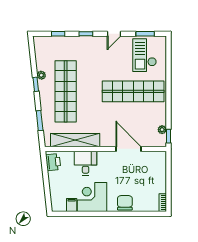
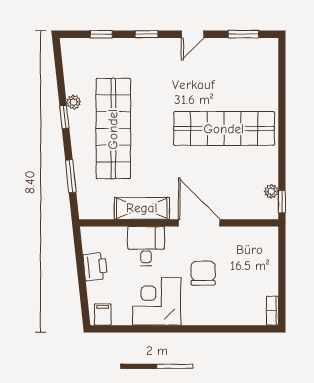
checkout: (145, 55) -> (243, 69), removed
shelving: (75, 140) -> (142, 208), width x0.68
door: (129, 149) -> (199, 223), moved
printer: (53, 162) -> (95, 267), moved
chair: (125, 203) -> (203, 273), moved
filing cabinet: (72, 205) -> (103, 314), moved

